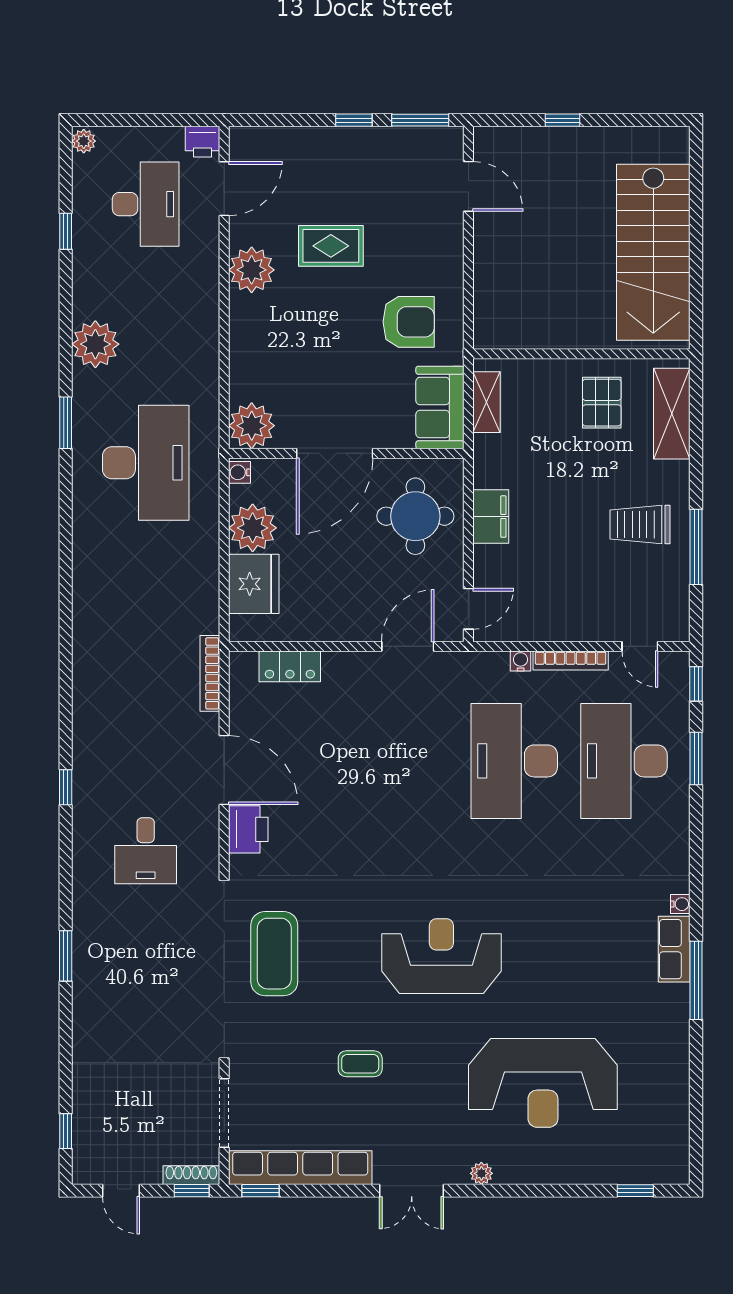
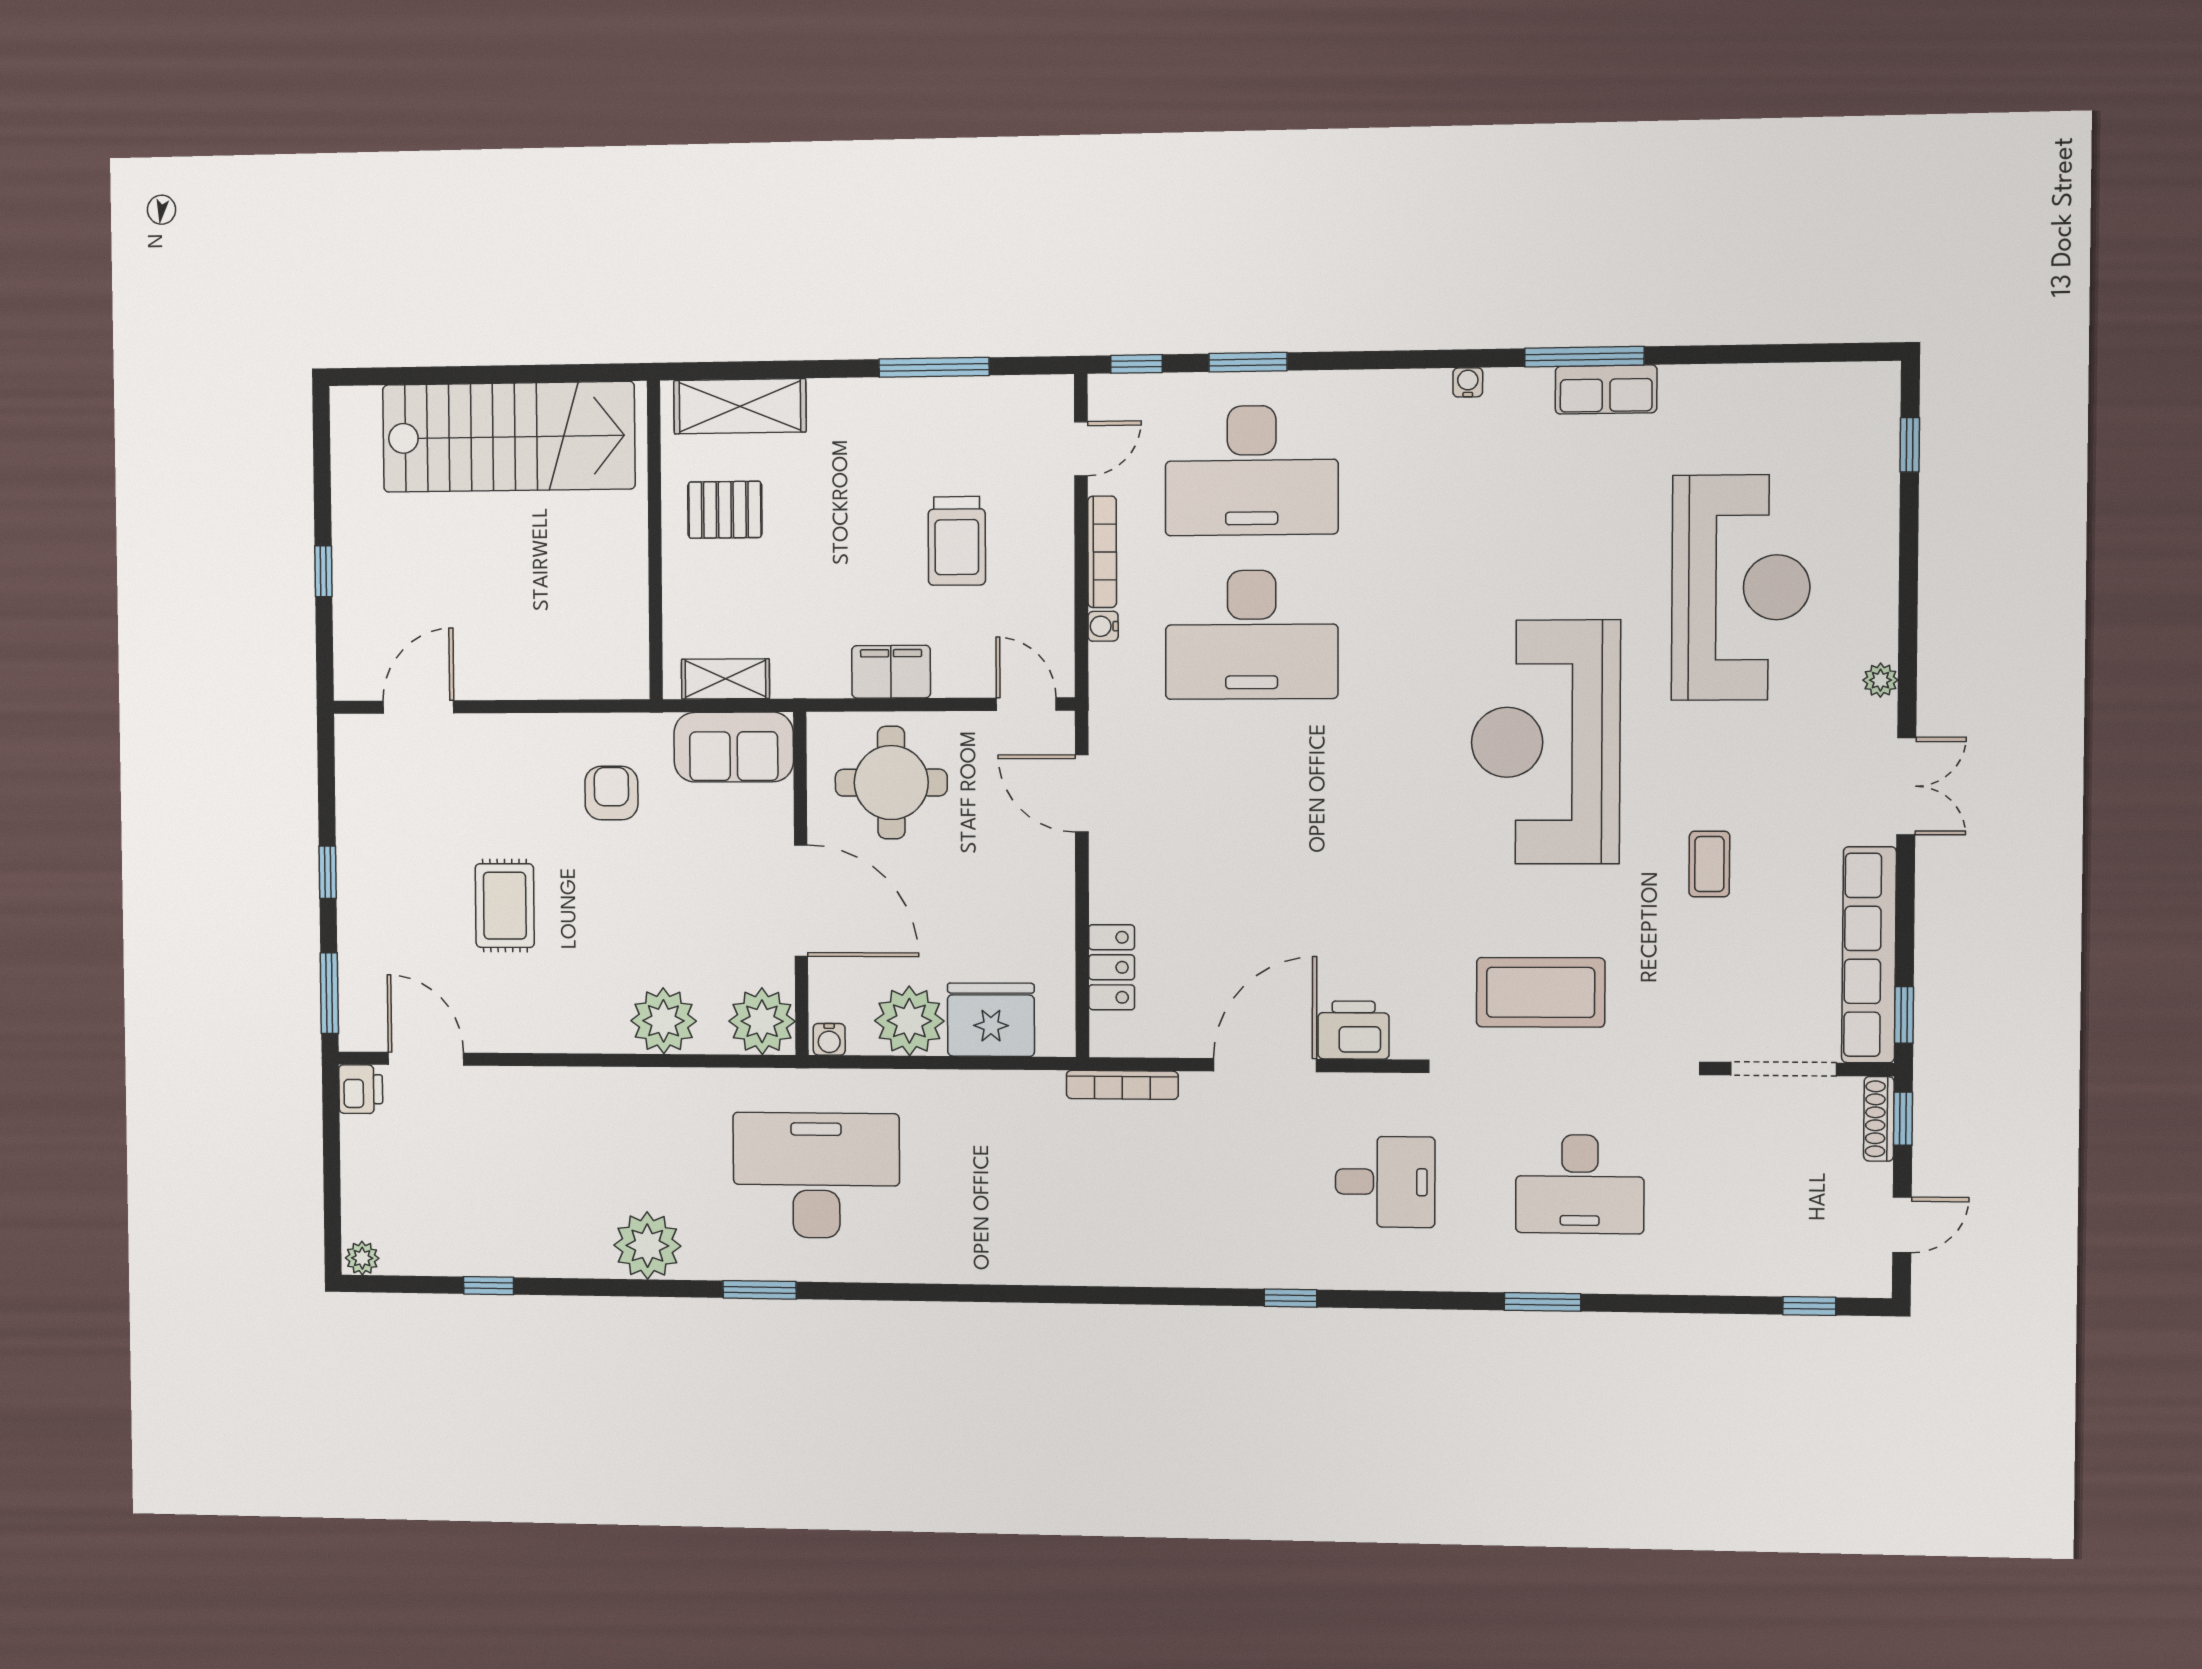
window: (420, 120) -> (329, 993), moved
desk: (146, 204) -> (1580, 1184), moved, turned 180
plant: (252, 270) -> (664, 1021), moved
armchair: (409, 322) -> (611, 793), width x0.72, depth x0.72
trolley: (640, 525) -> (957, 541), moved
row of seats: (674, 949) -> (1606, 389), moved
reception desk: (441, 956) -> (1546, 742), width x1.36, depth x1.30

